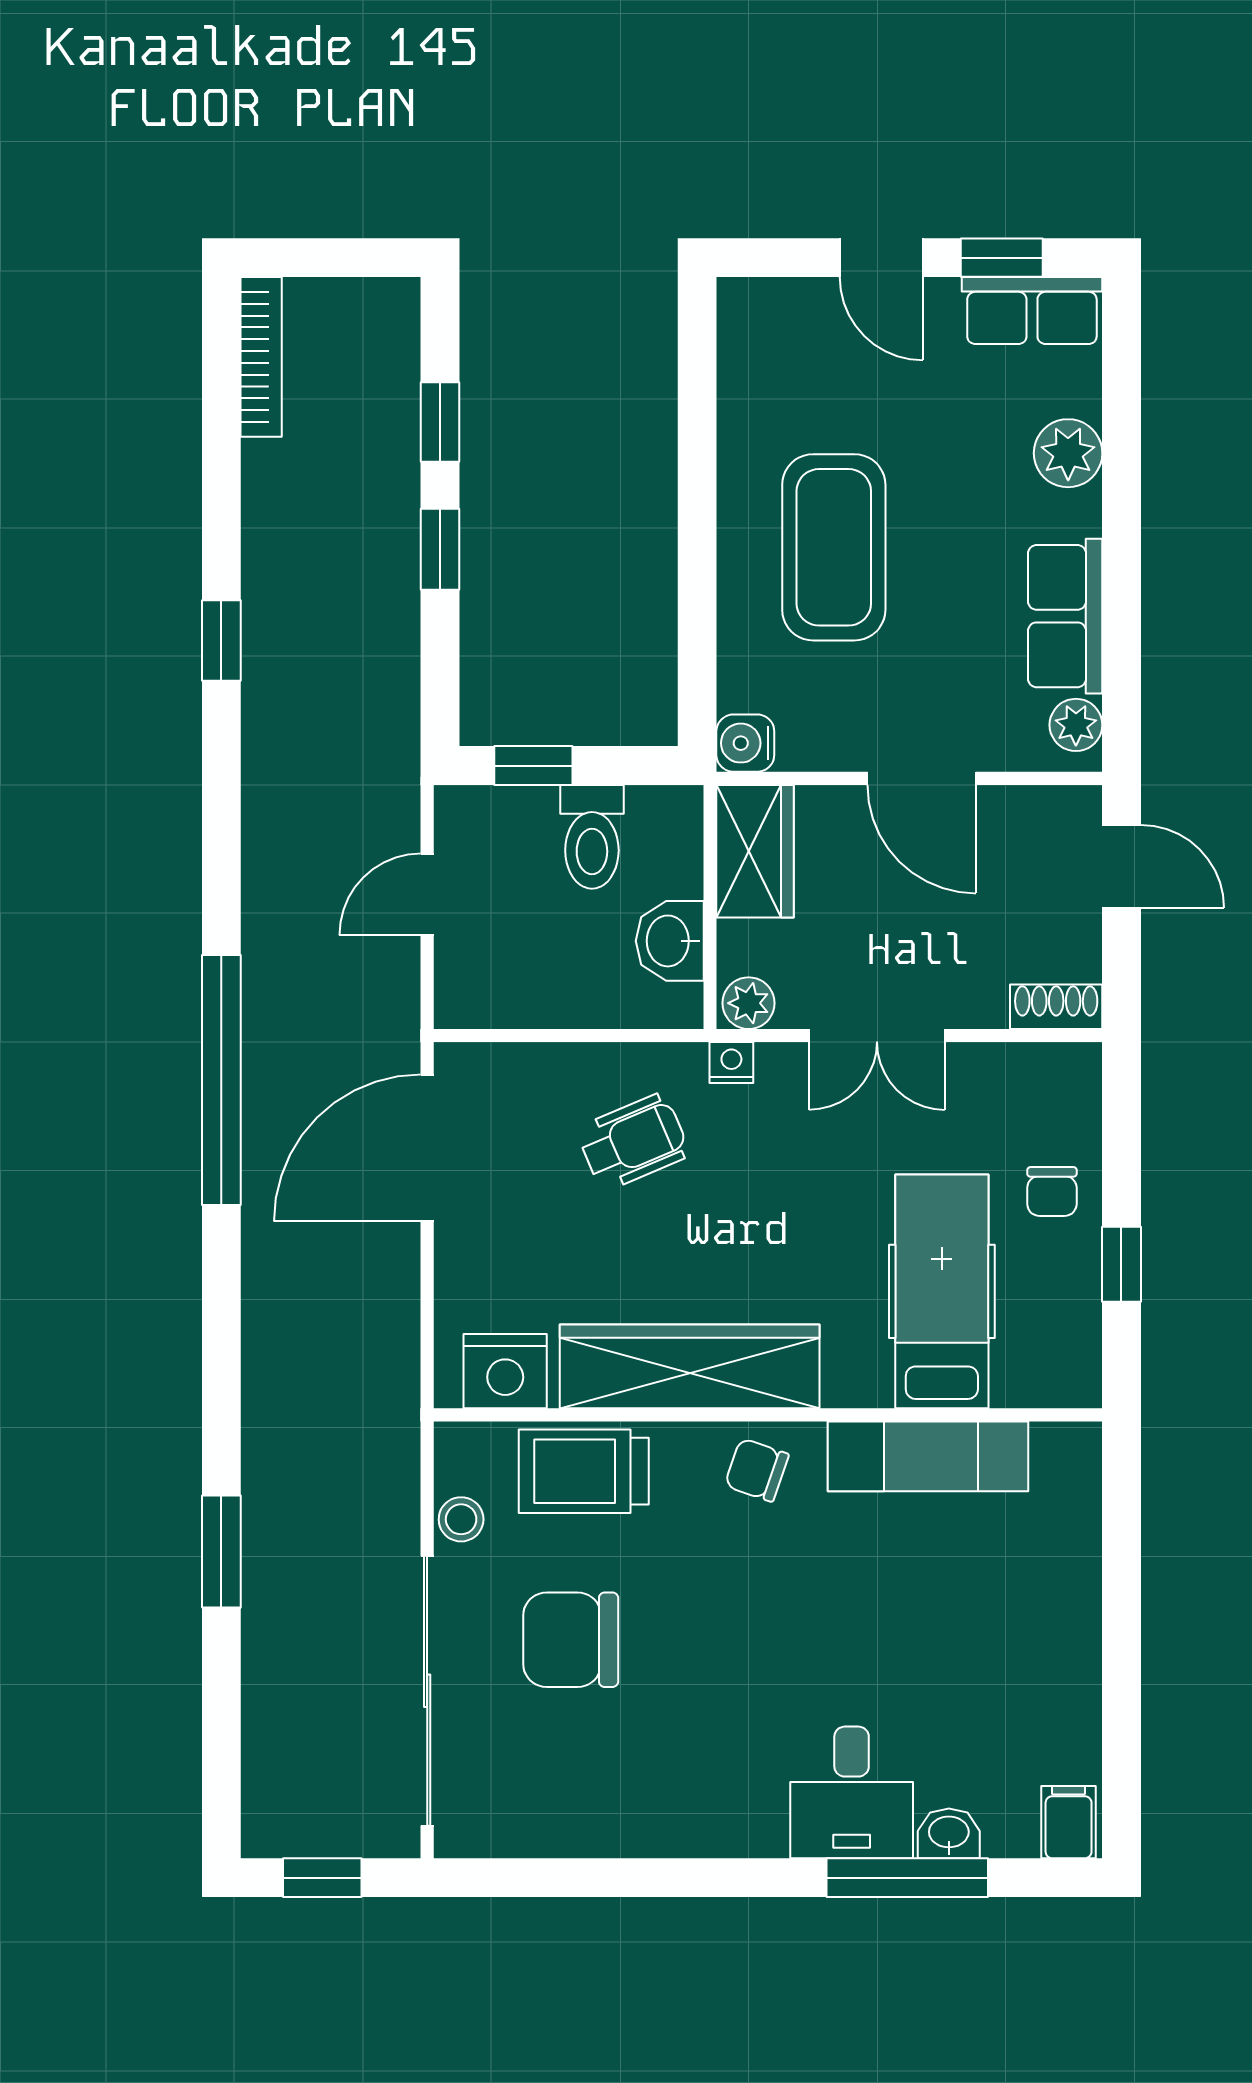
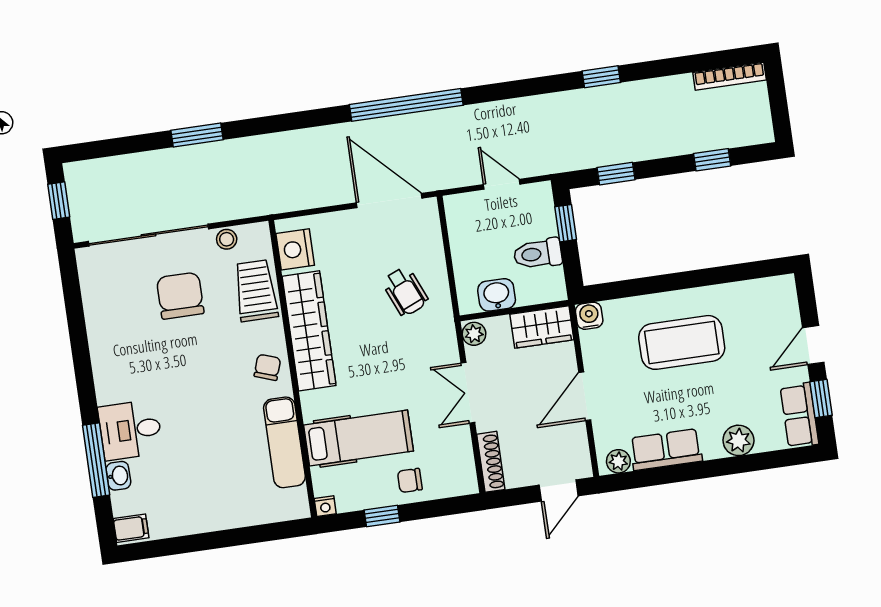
window: (440, 549) -> (616, 174), moved
shoe rack: (1056, 1007) -> (491, 462), width x1.43
nightstand: (731, 1063) -> (325, 506), moved, turned 90

